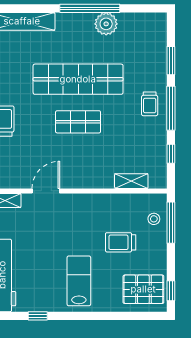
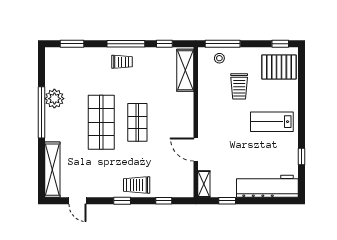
window: (171, 61) -> (72, 44), moved
shop shelf: (78, 79) -> (101, 122), width x0.71
shelving: (131, 181) -> (185, 70), width x1.50, depth x1.33
pallet: (143, 289) -> (279, 67), turned 90

